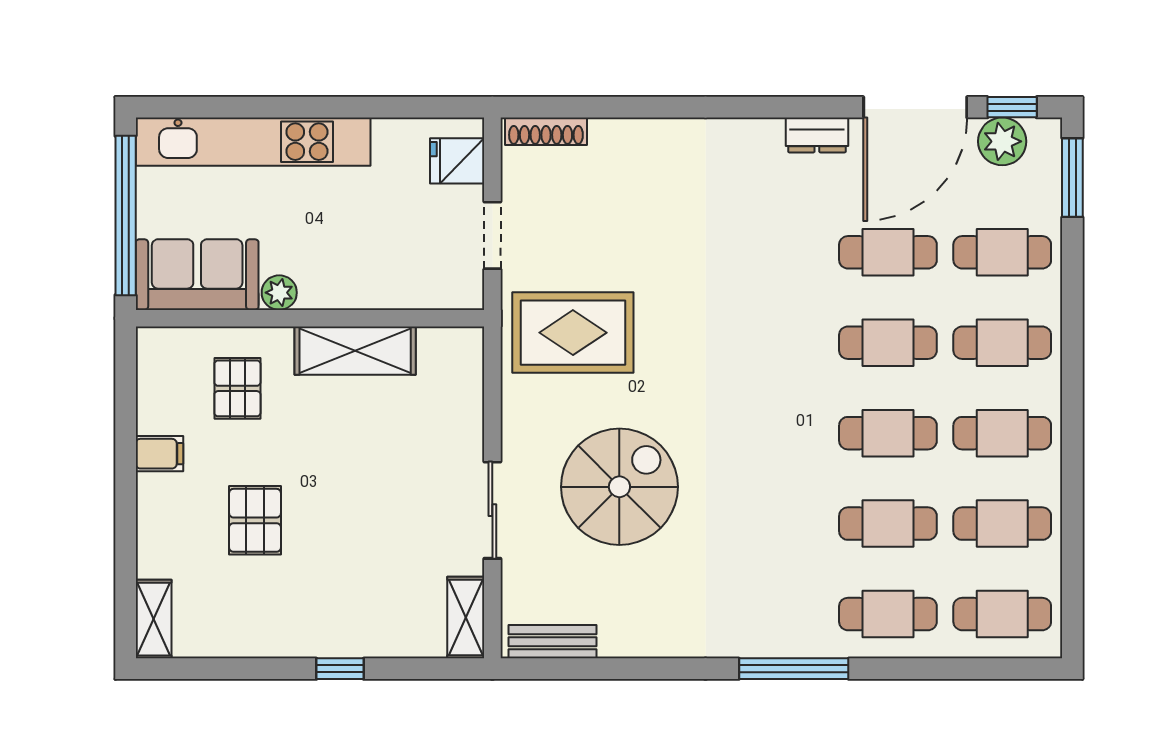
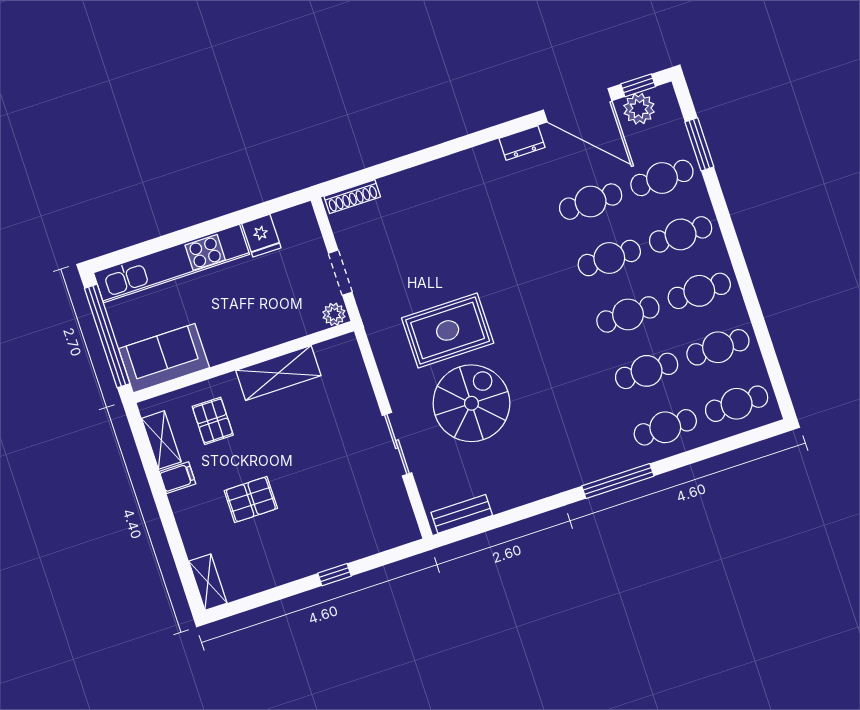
door: (915, 107) -> (578, 105), hinge flipped
fridge: (457, 161) -> (261, 236), moved, turned -90
window: (1072, 178) -> (699, 144), moved
plant: (279, 293) -> (334, 314), moved
rug: (573, 333) -> (448, 330), moved
pallet: (255, 520) -> (251, 500), turned 90
shelving: (466, 618) -> (161, 440), moved

